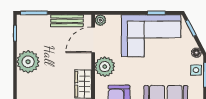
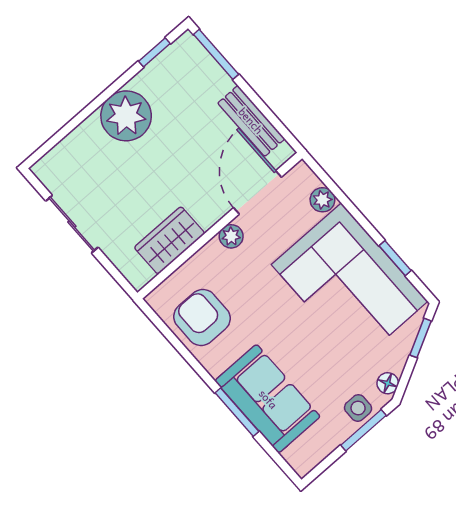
plant: (100, 20) -> (322, 200), moved
door: (93, 40) -> (257, 192), hinge flipped
plant: (105, 67) -> (231, 236), width x0.53, depth x0.53

